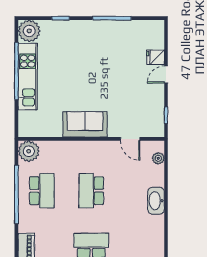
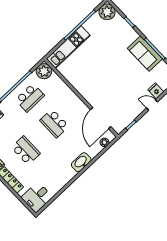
kitchen unit: (28, 77) -> (68, 47), moved
sofa: (85, 124) -> (145, 54), moved, turned 180
door: (130, 139) -> (101, 118), width x1.88
school desk: (91, 191) -> (54, 123), turned -90

